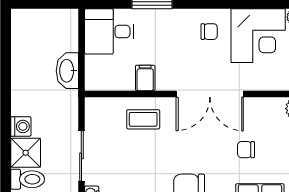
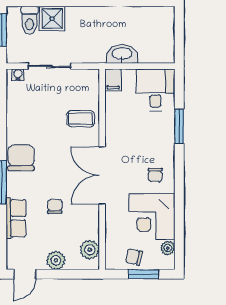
filing cabinet: (145, 78) -> (113, 80), moved, turned 90
coffee table: (143, 119) -> (81, 119), turned 90
washing machine: (21, 126) -> (74, 15), removed

